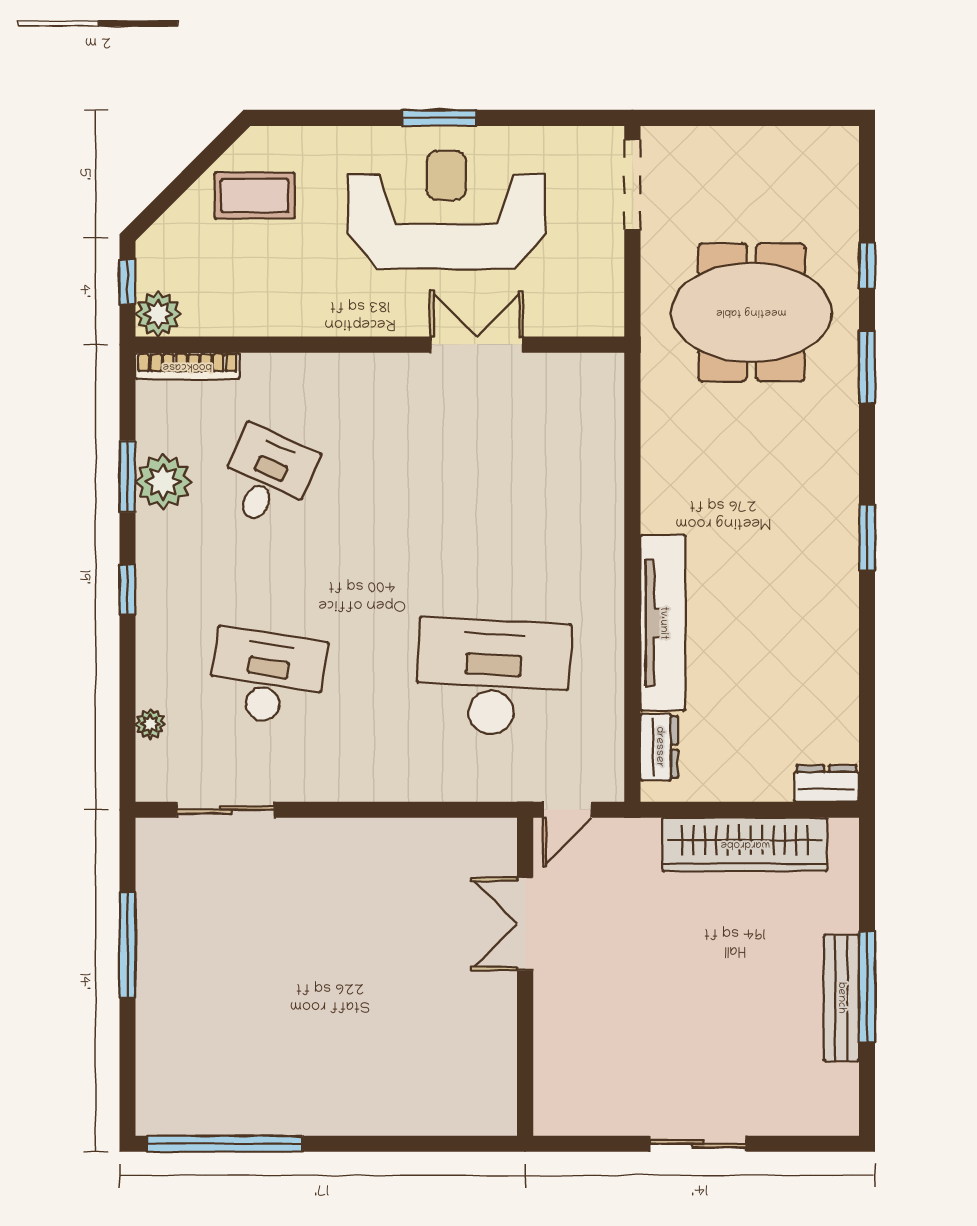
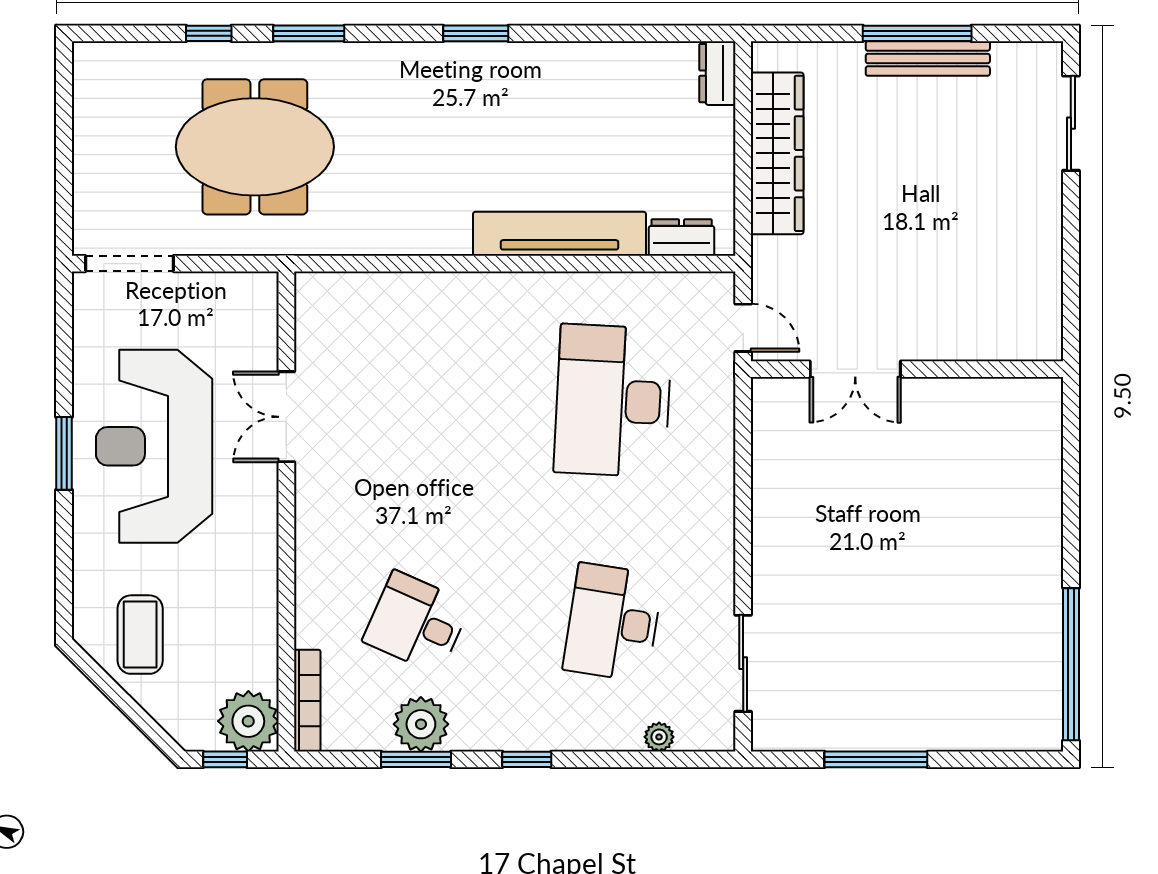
meeting table: (751, 312) -> (255, 147), turned 90
plant: (158, 314) -> (248, 721), width x1.36, depth x1.36
sliding door: (698, 1144) -> (1071, 123), moved

